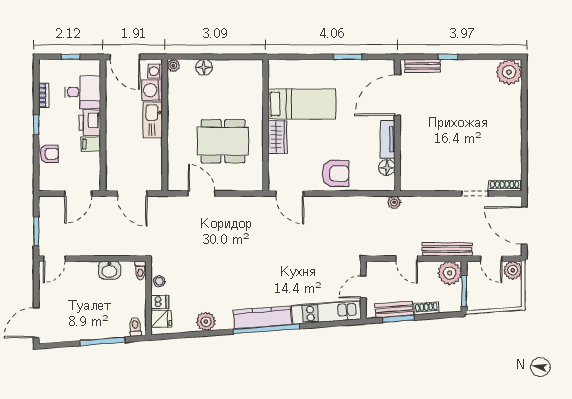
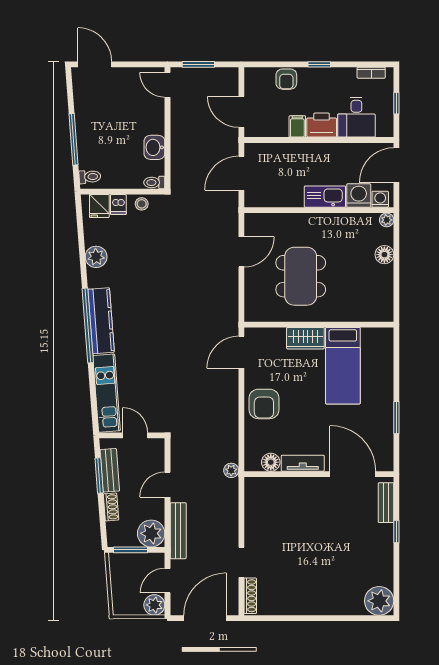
bookcase: (44, 95) -> (371, 73), moved

